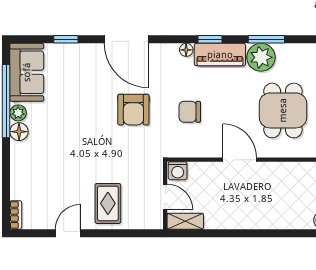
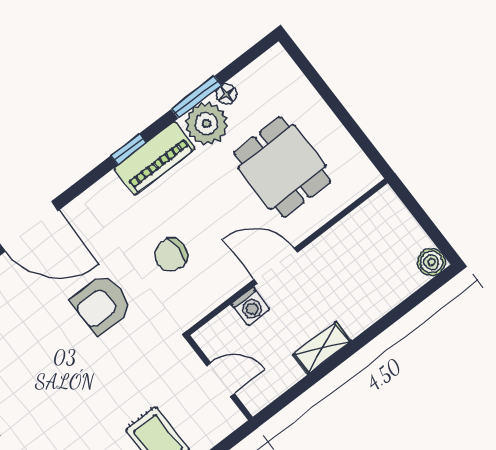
floor lamp: (186, 50) -> (226, 94), moved
armchair: (133, 110) -> (102, 304), turned 90
washing machine: (178, 171) -> (250, 307), moved
shelving: (185, 221) -> (322, 348), moved

